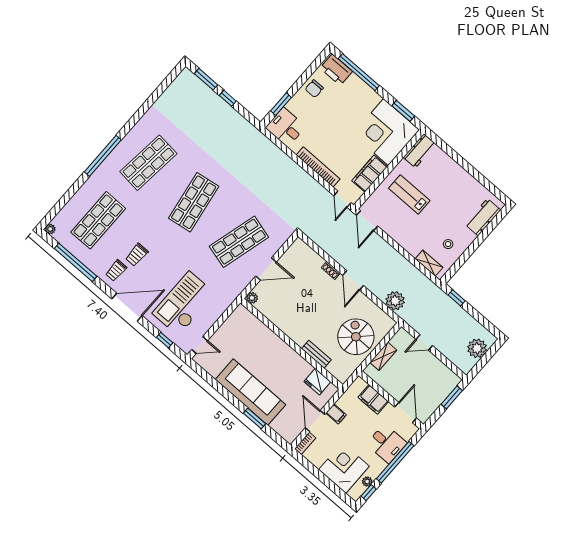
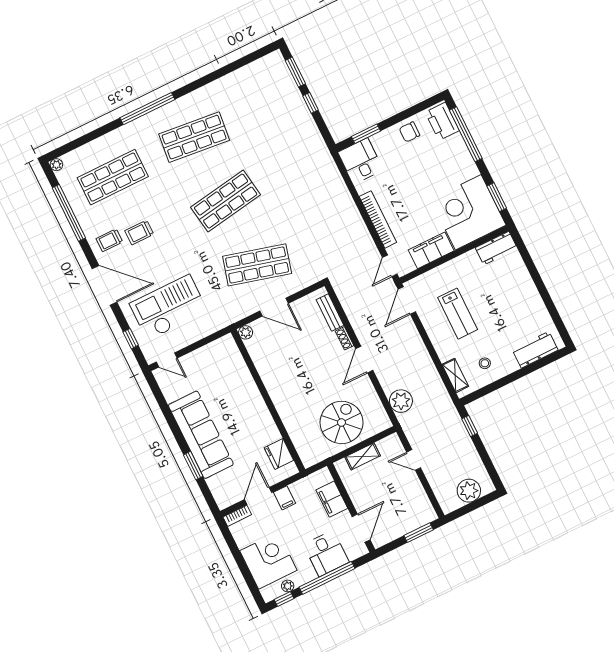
lab bench: (409, 194) -> (458, 314), moved, turned 180
bench: (316, 354) -> (330, 313), moved

